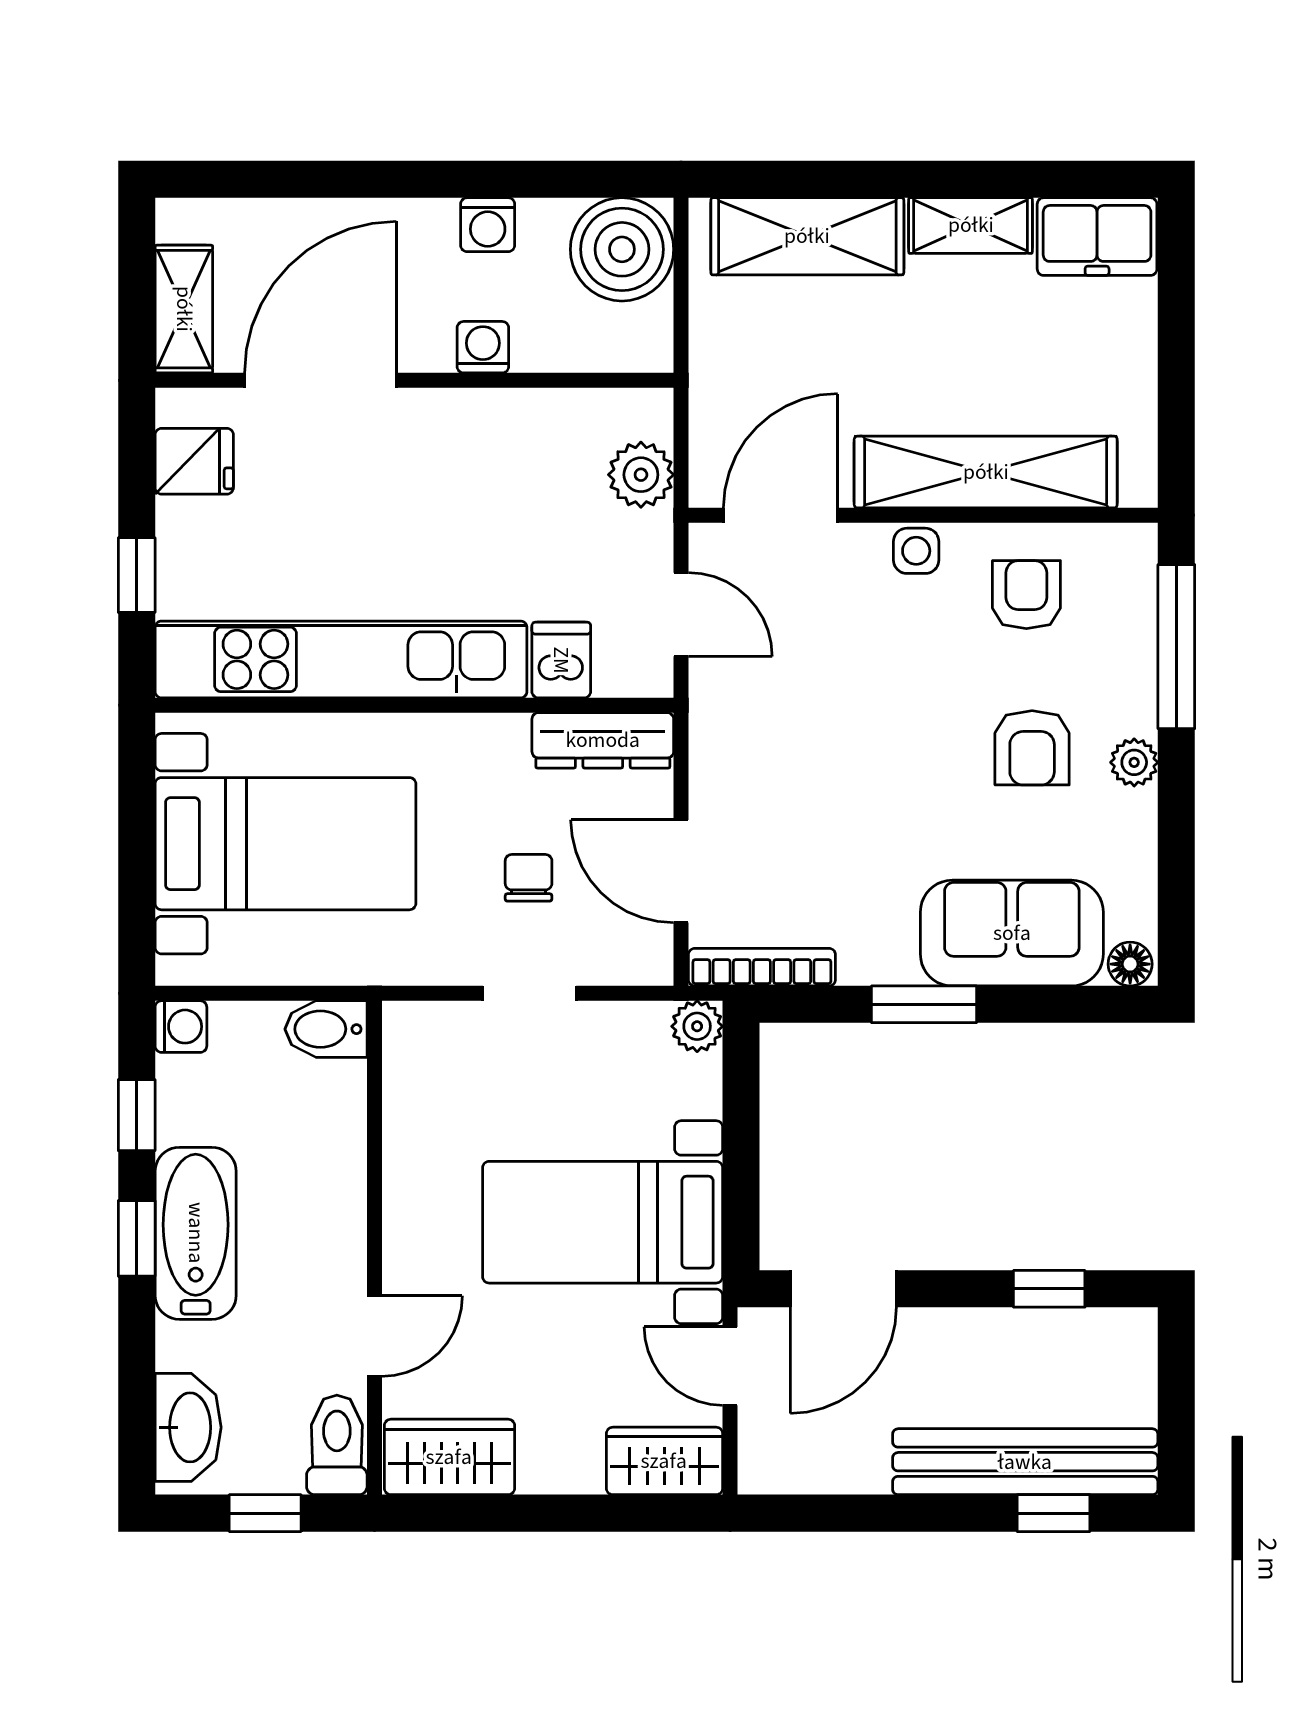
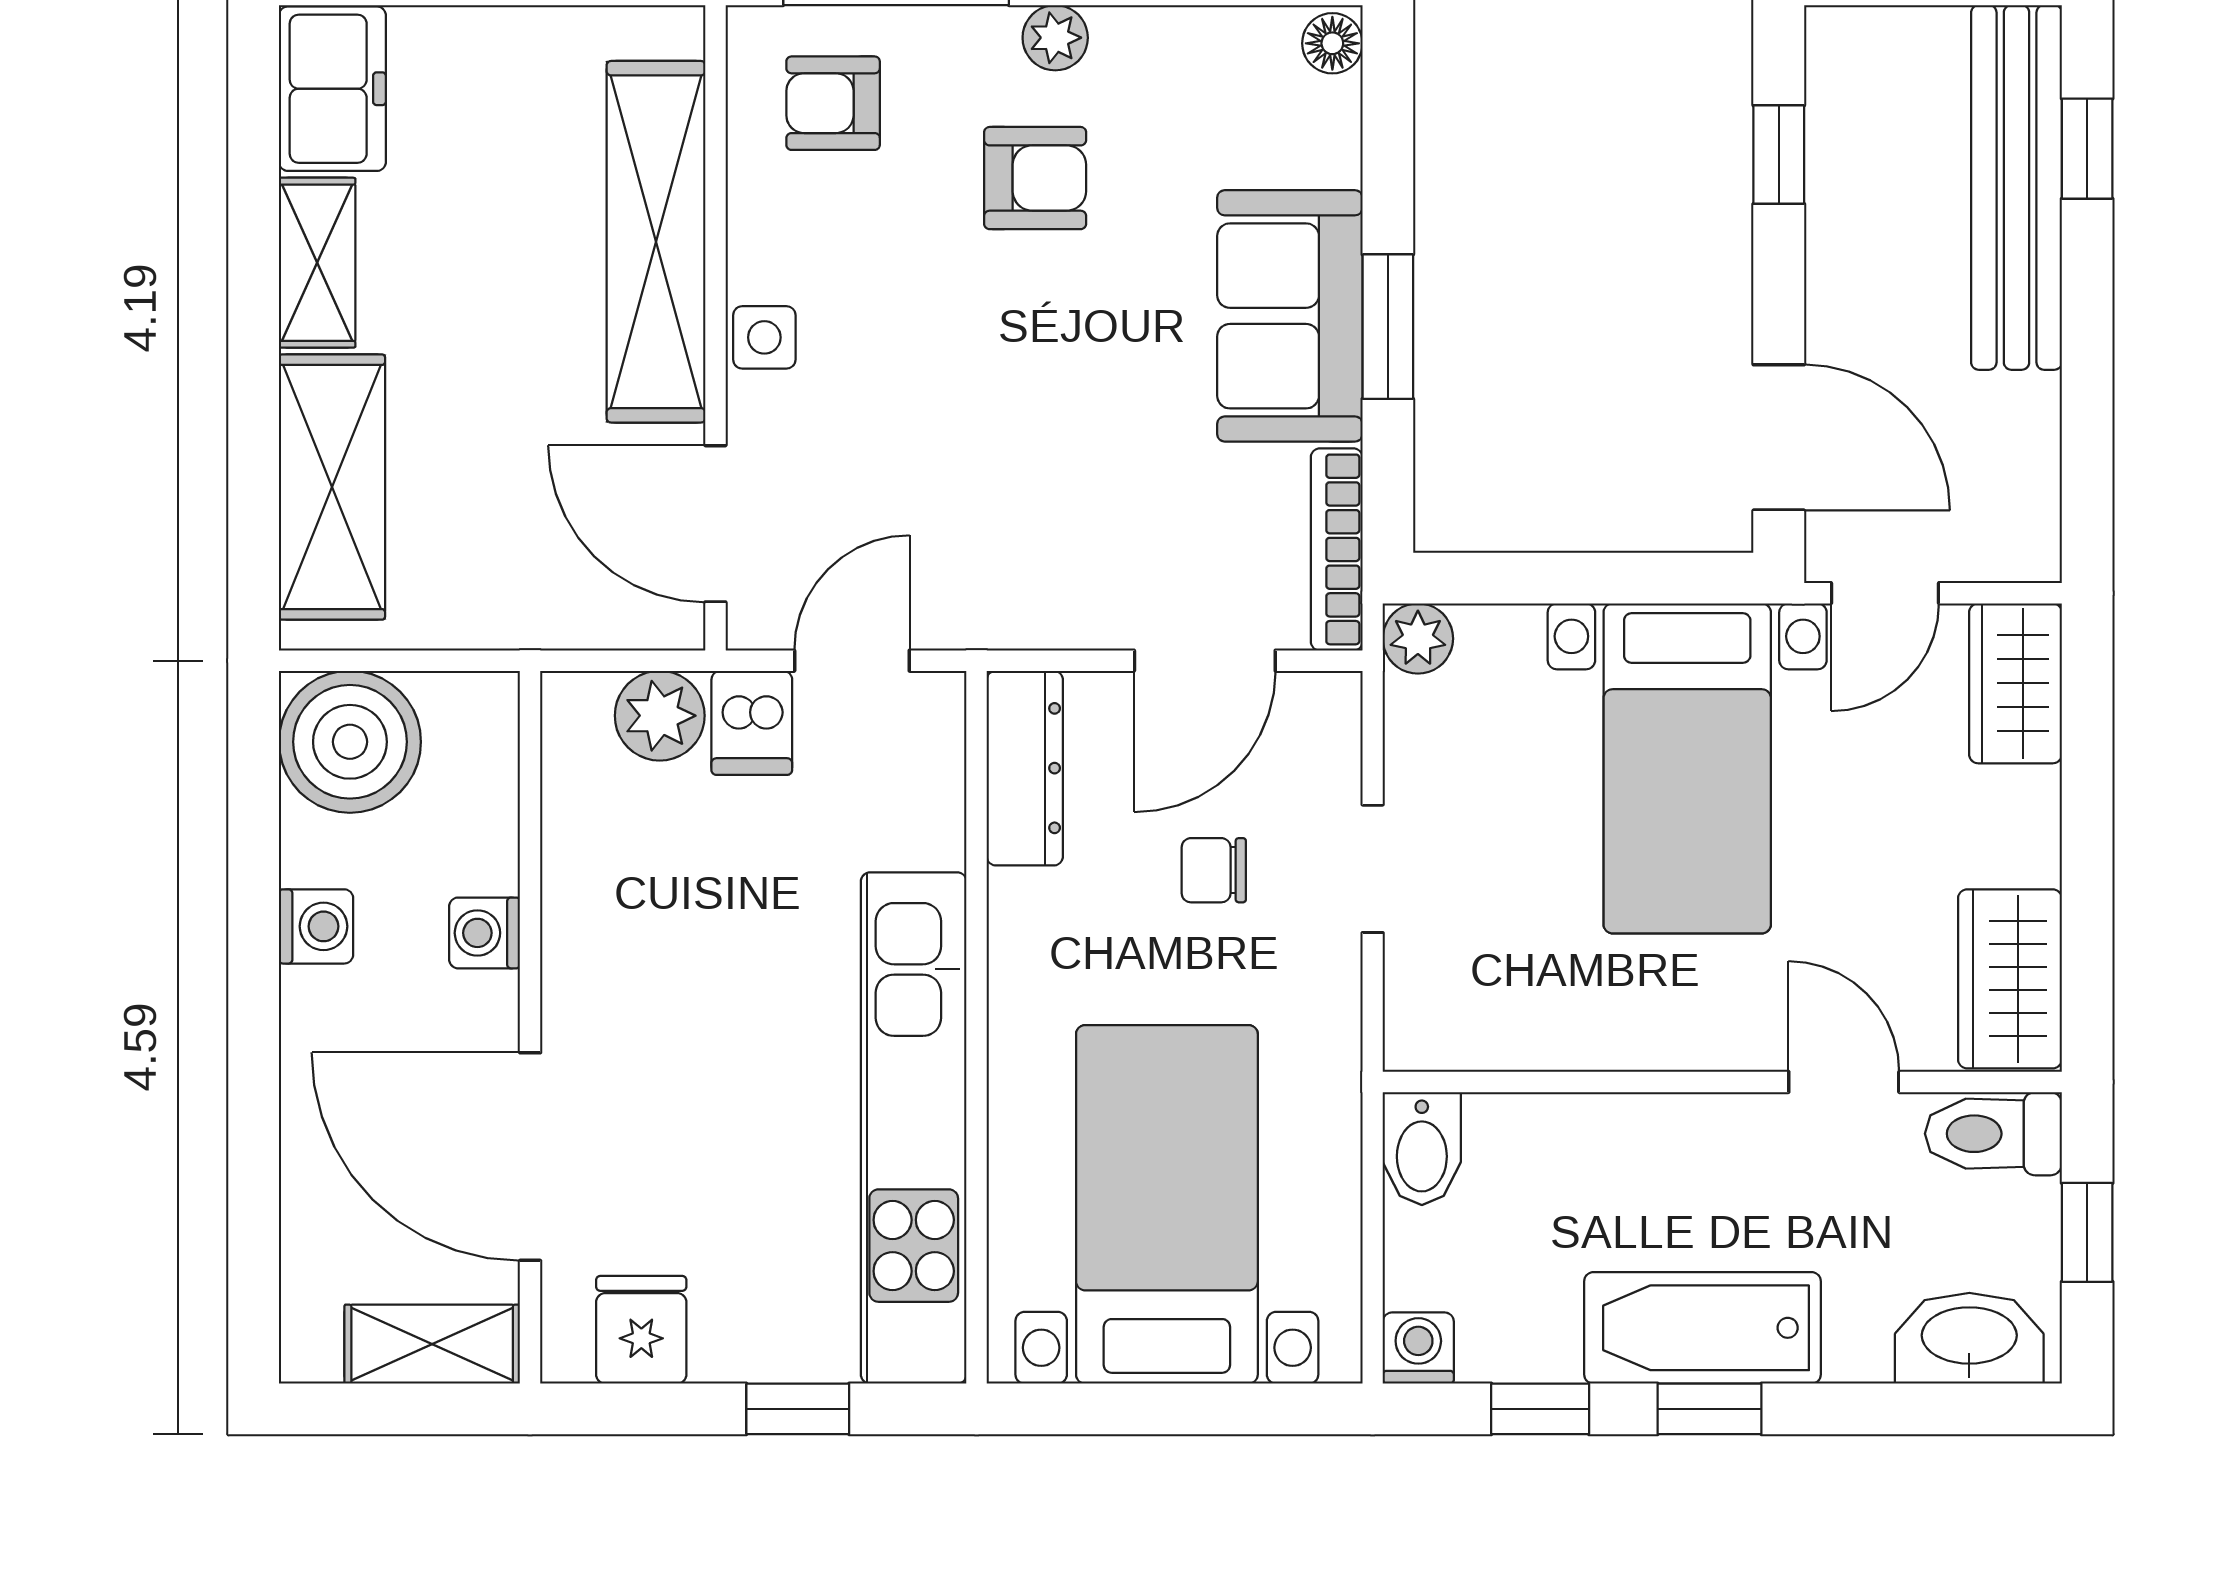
armchair: (1026, 595) -> (833, 103), moved
dishwasher: (561, 660) -> (752, 723), moved, turned -90
sofa: (1012, 933) -> (1290, 316), moved

